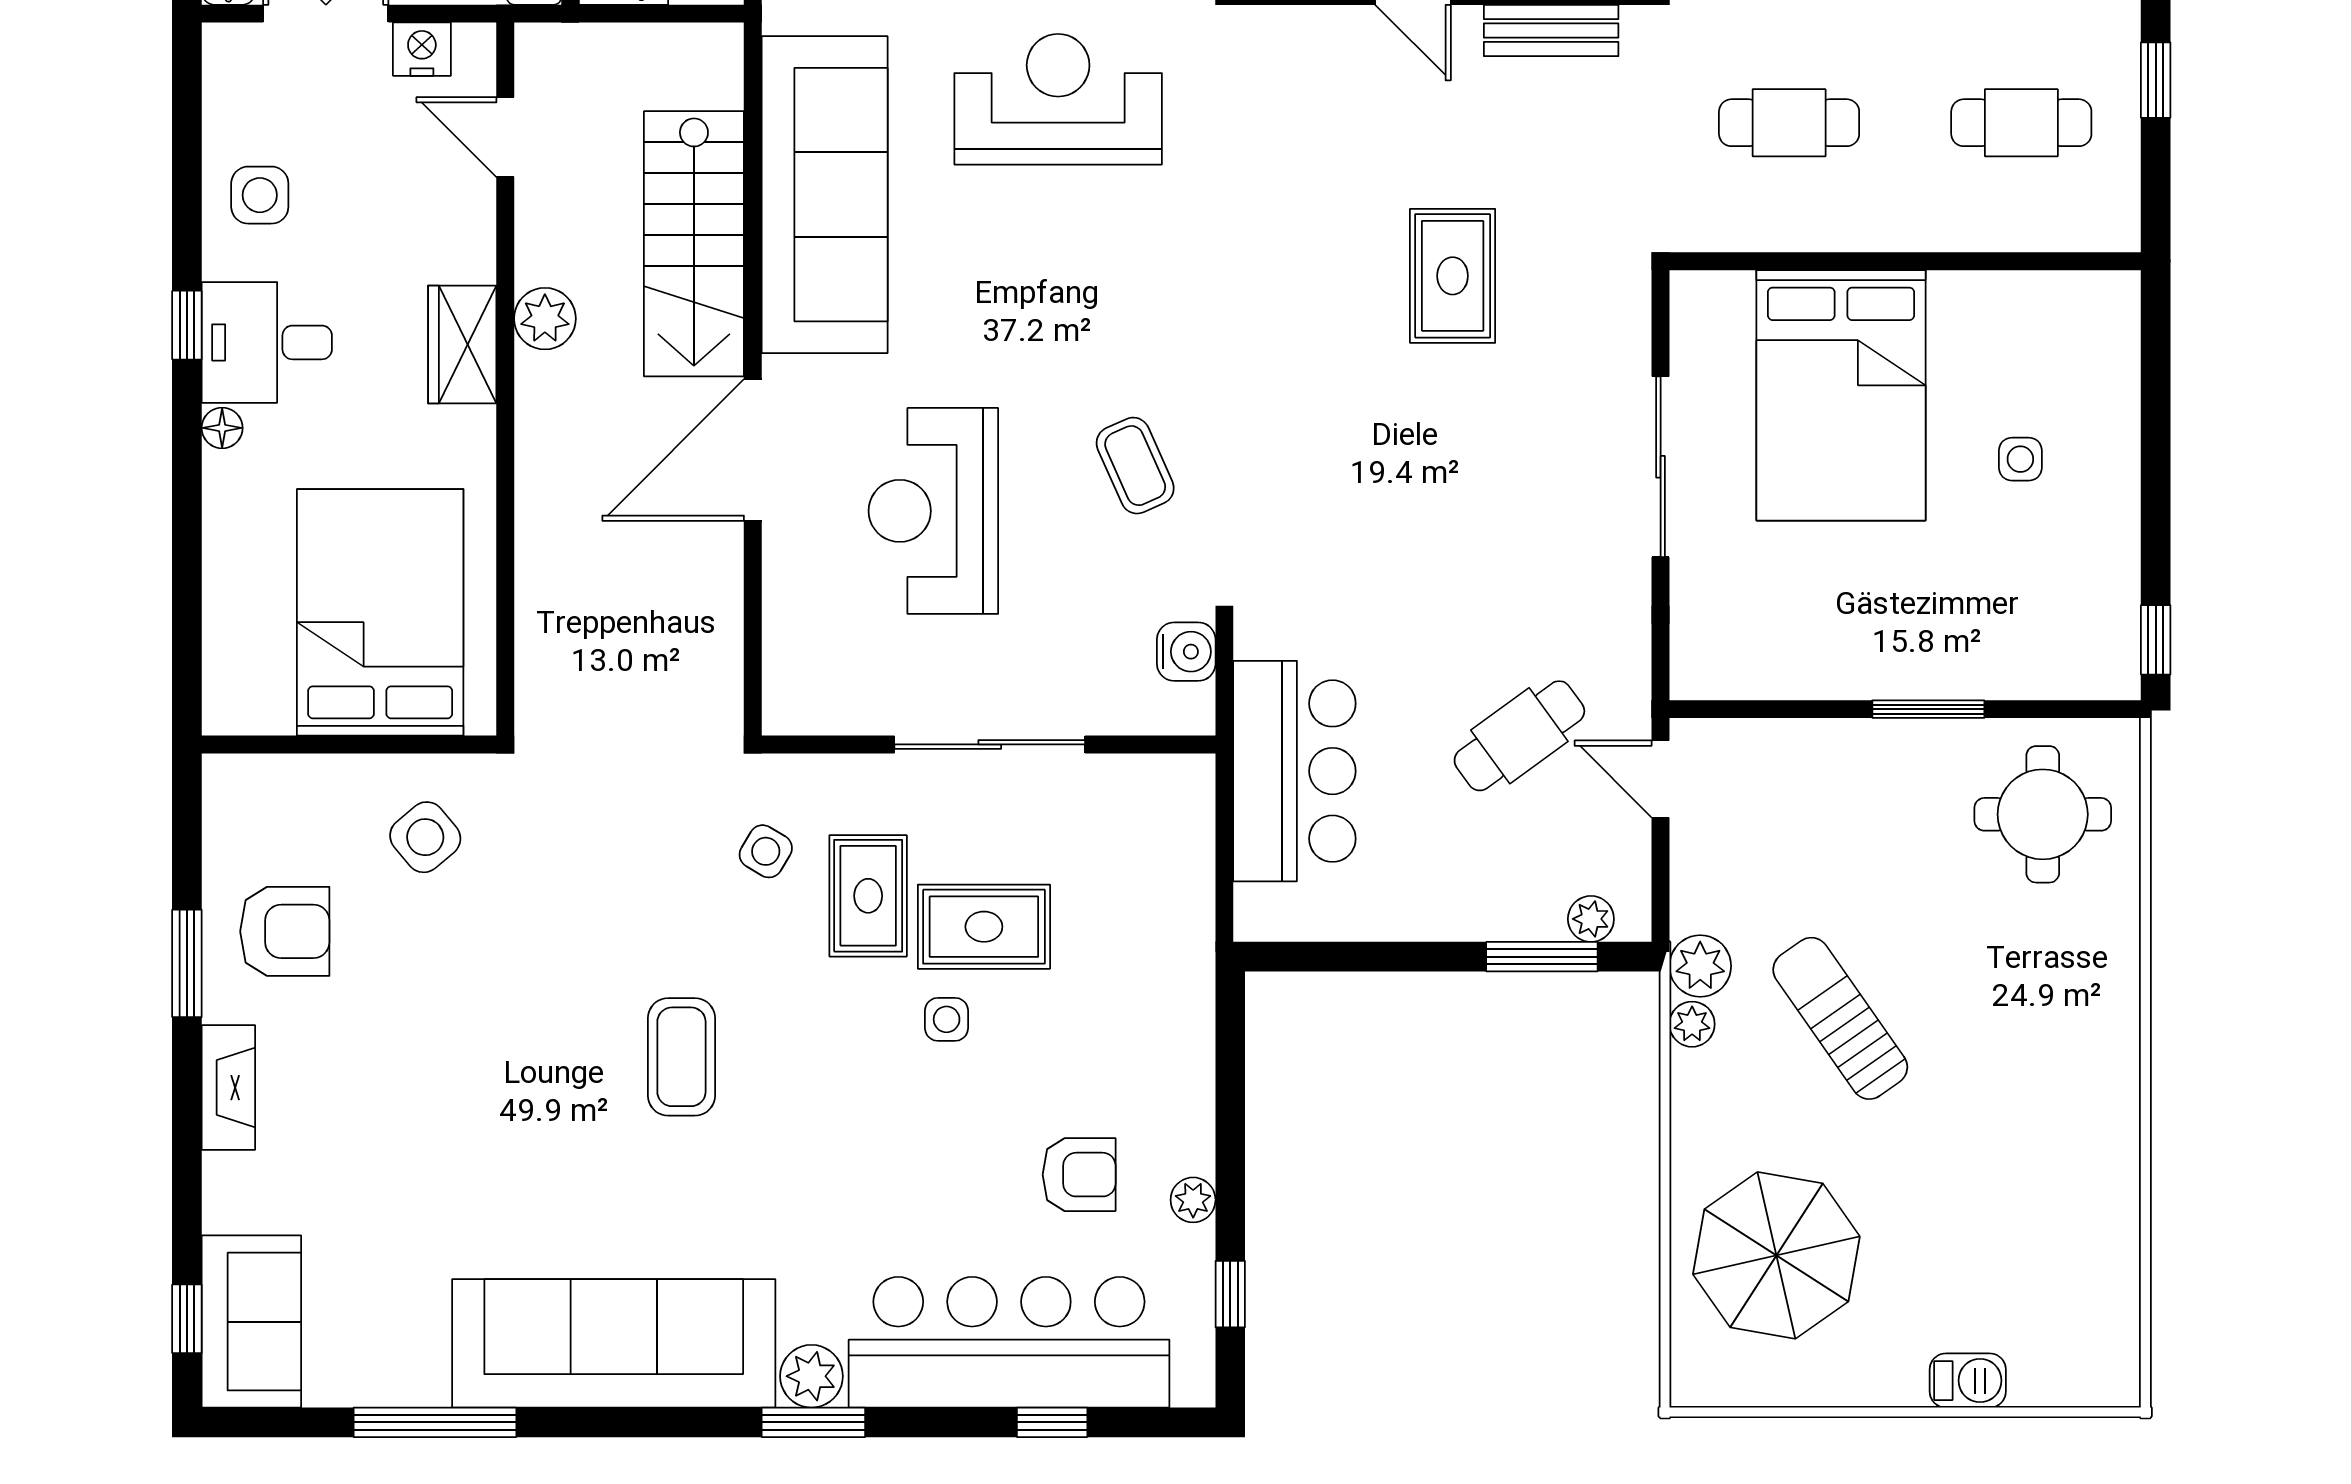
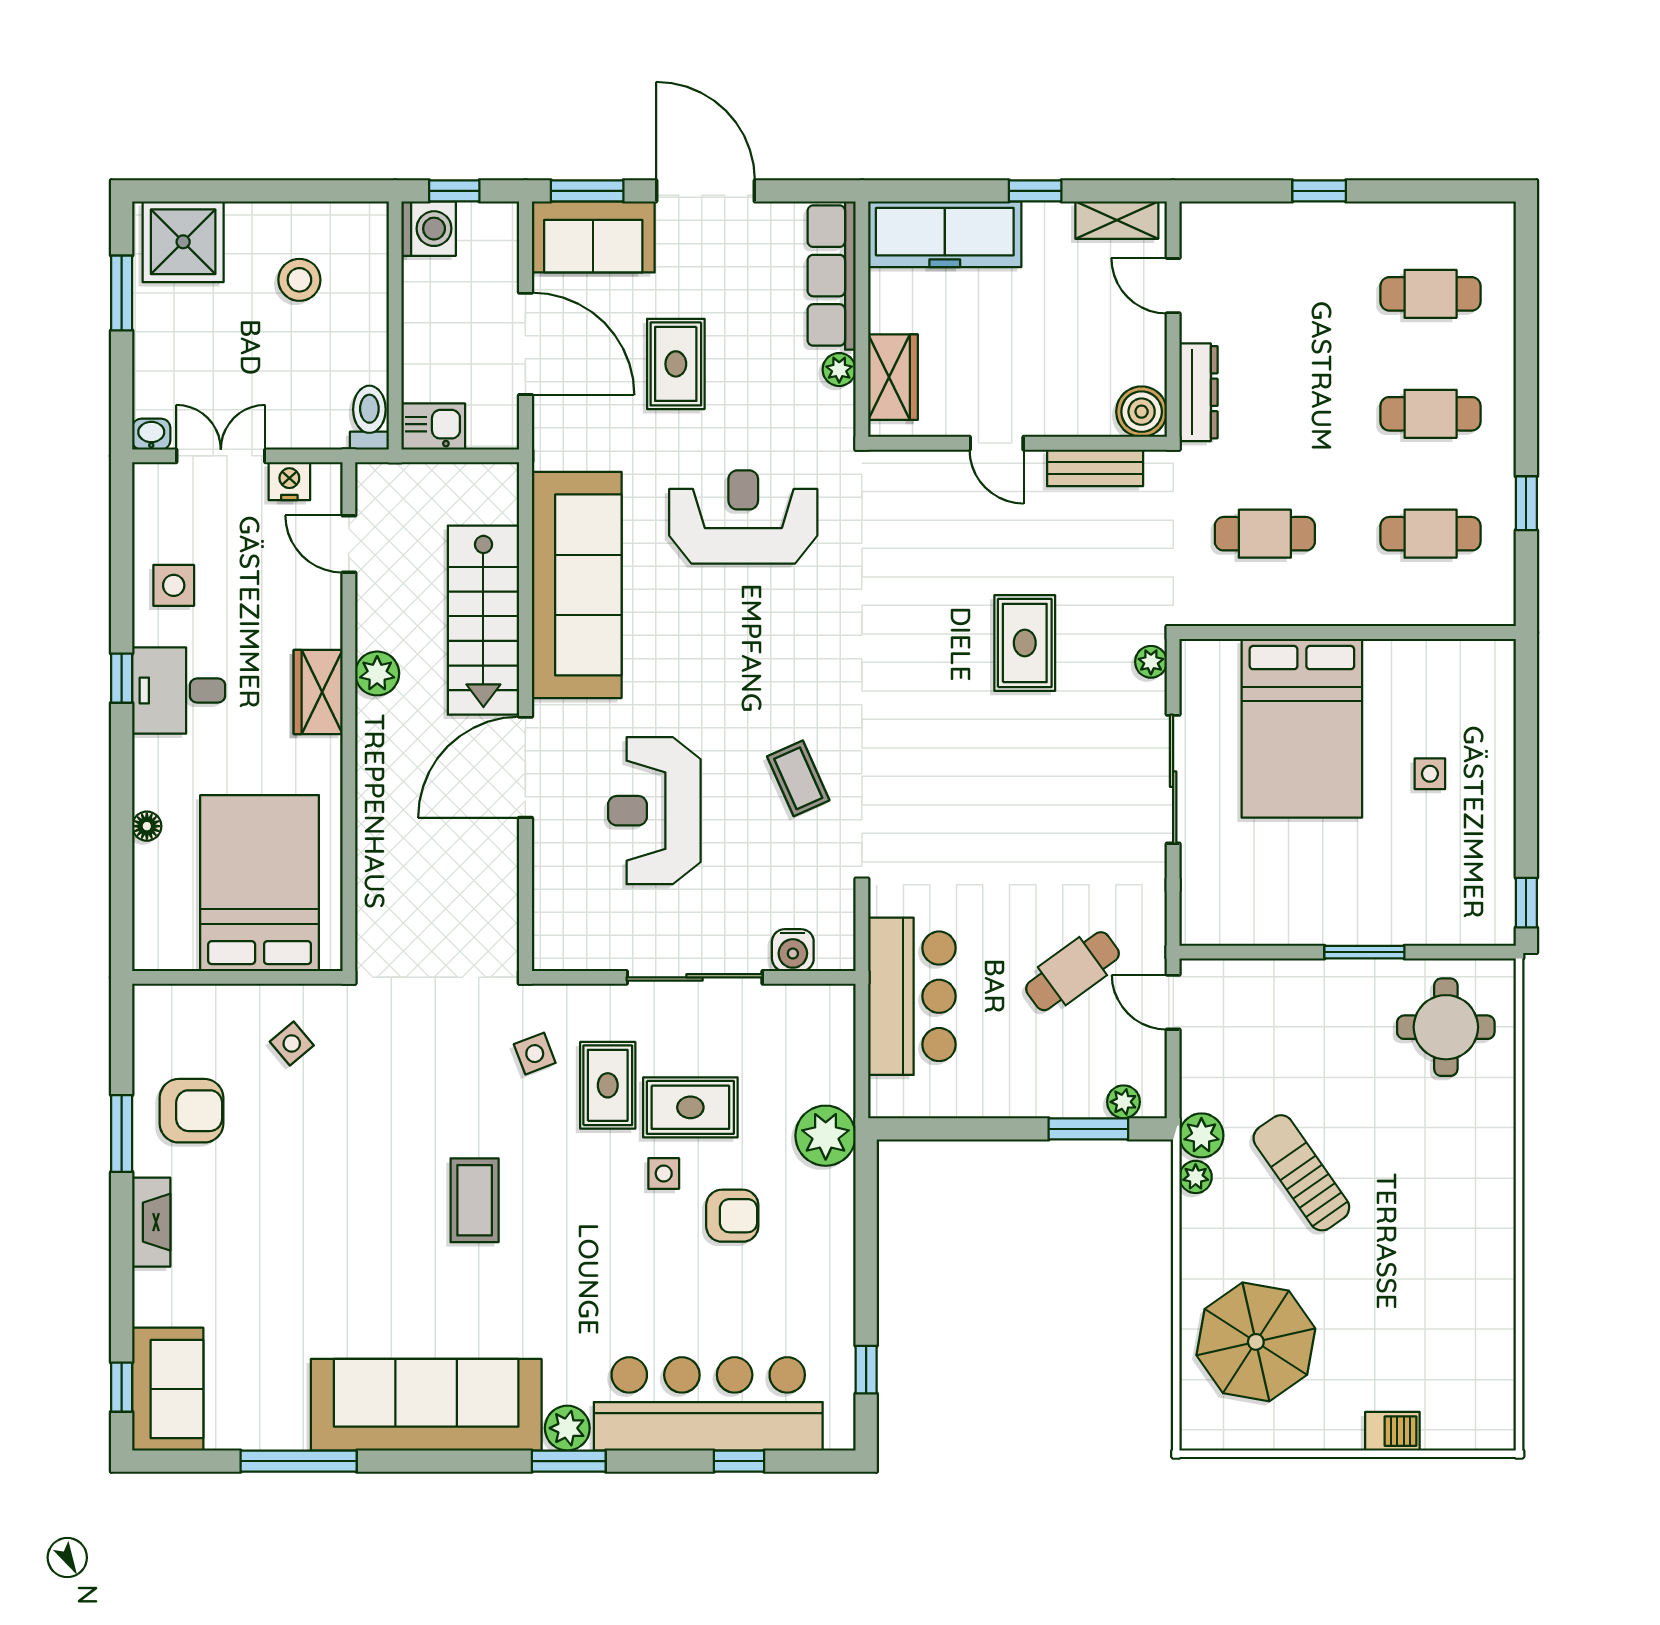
plant: (1629, 302) -> (1151, 662), added
floor lamp: (222, 428) -> (147, 826), moved
water cooler: (1186, 652) -> (793, 950), moved, turned 90
side table: (425, 837) -> (292, 1043), width x0.73, depth x0.73
side table: (766, 851) -> (535, 1054), turned 38
armchair: (1079, 1175) -> (732, 1216), moved
plant: (1193, 1200) -> (826, 1136), moved, width x1.88, depth x1.88

